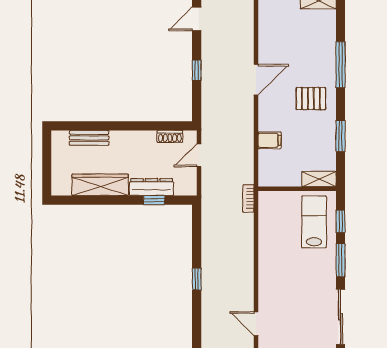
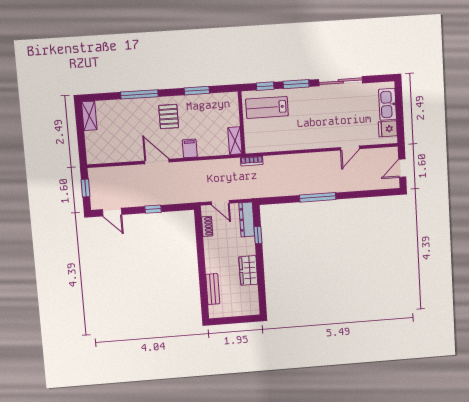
filing cabinet: (270, 140) -> (190, 148), moved
shelving: (319, 179) -> (235, 141), moved
wardrobe: (100, 185) -> (248, 270), width x0.67
dresser: (152, 187) -> (247, 220), moved
window: (197, 279) -> (318, 197), width x2.17

